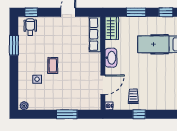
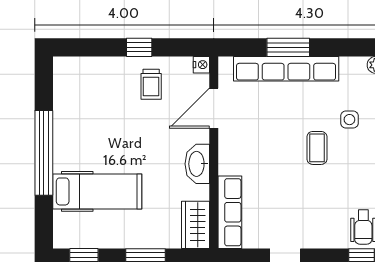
row of seats: (68, 104) -> (286, 69), added

